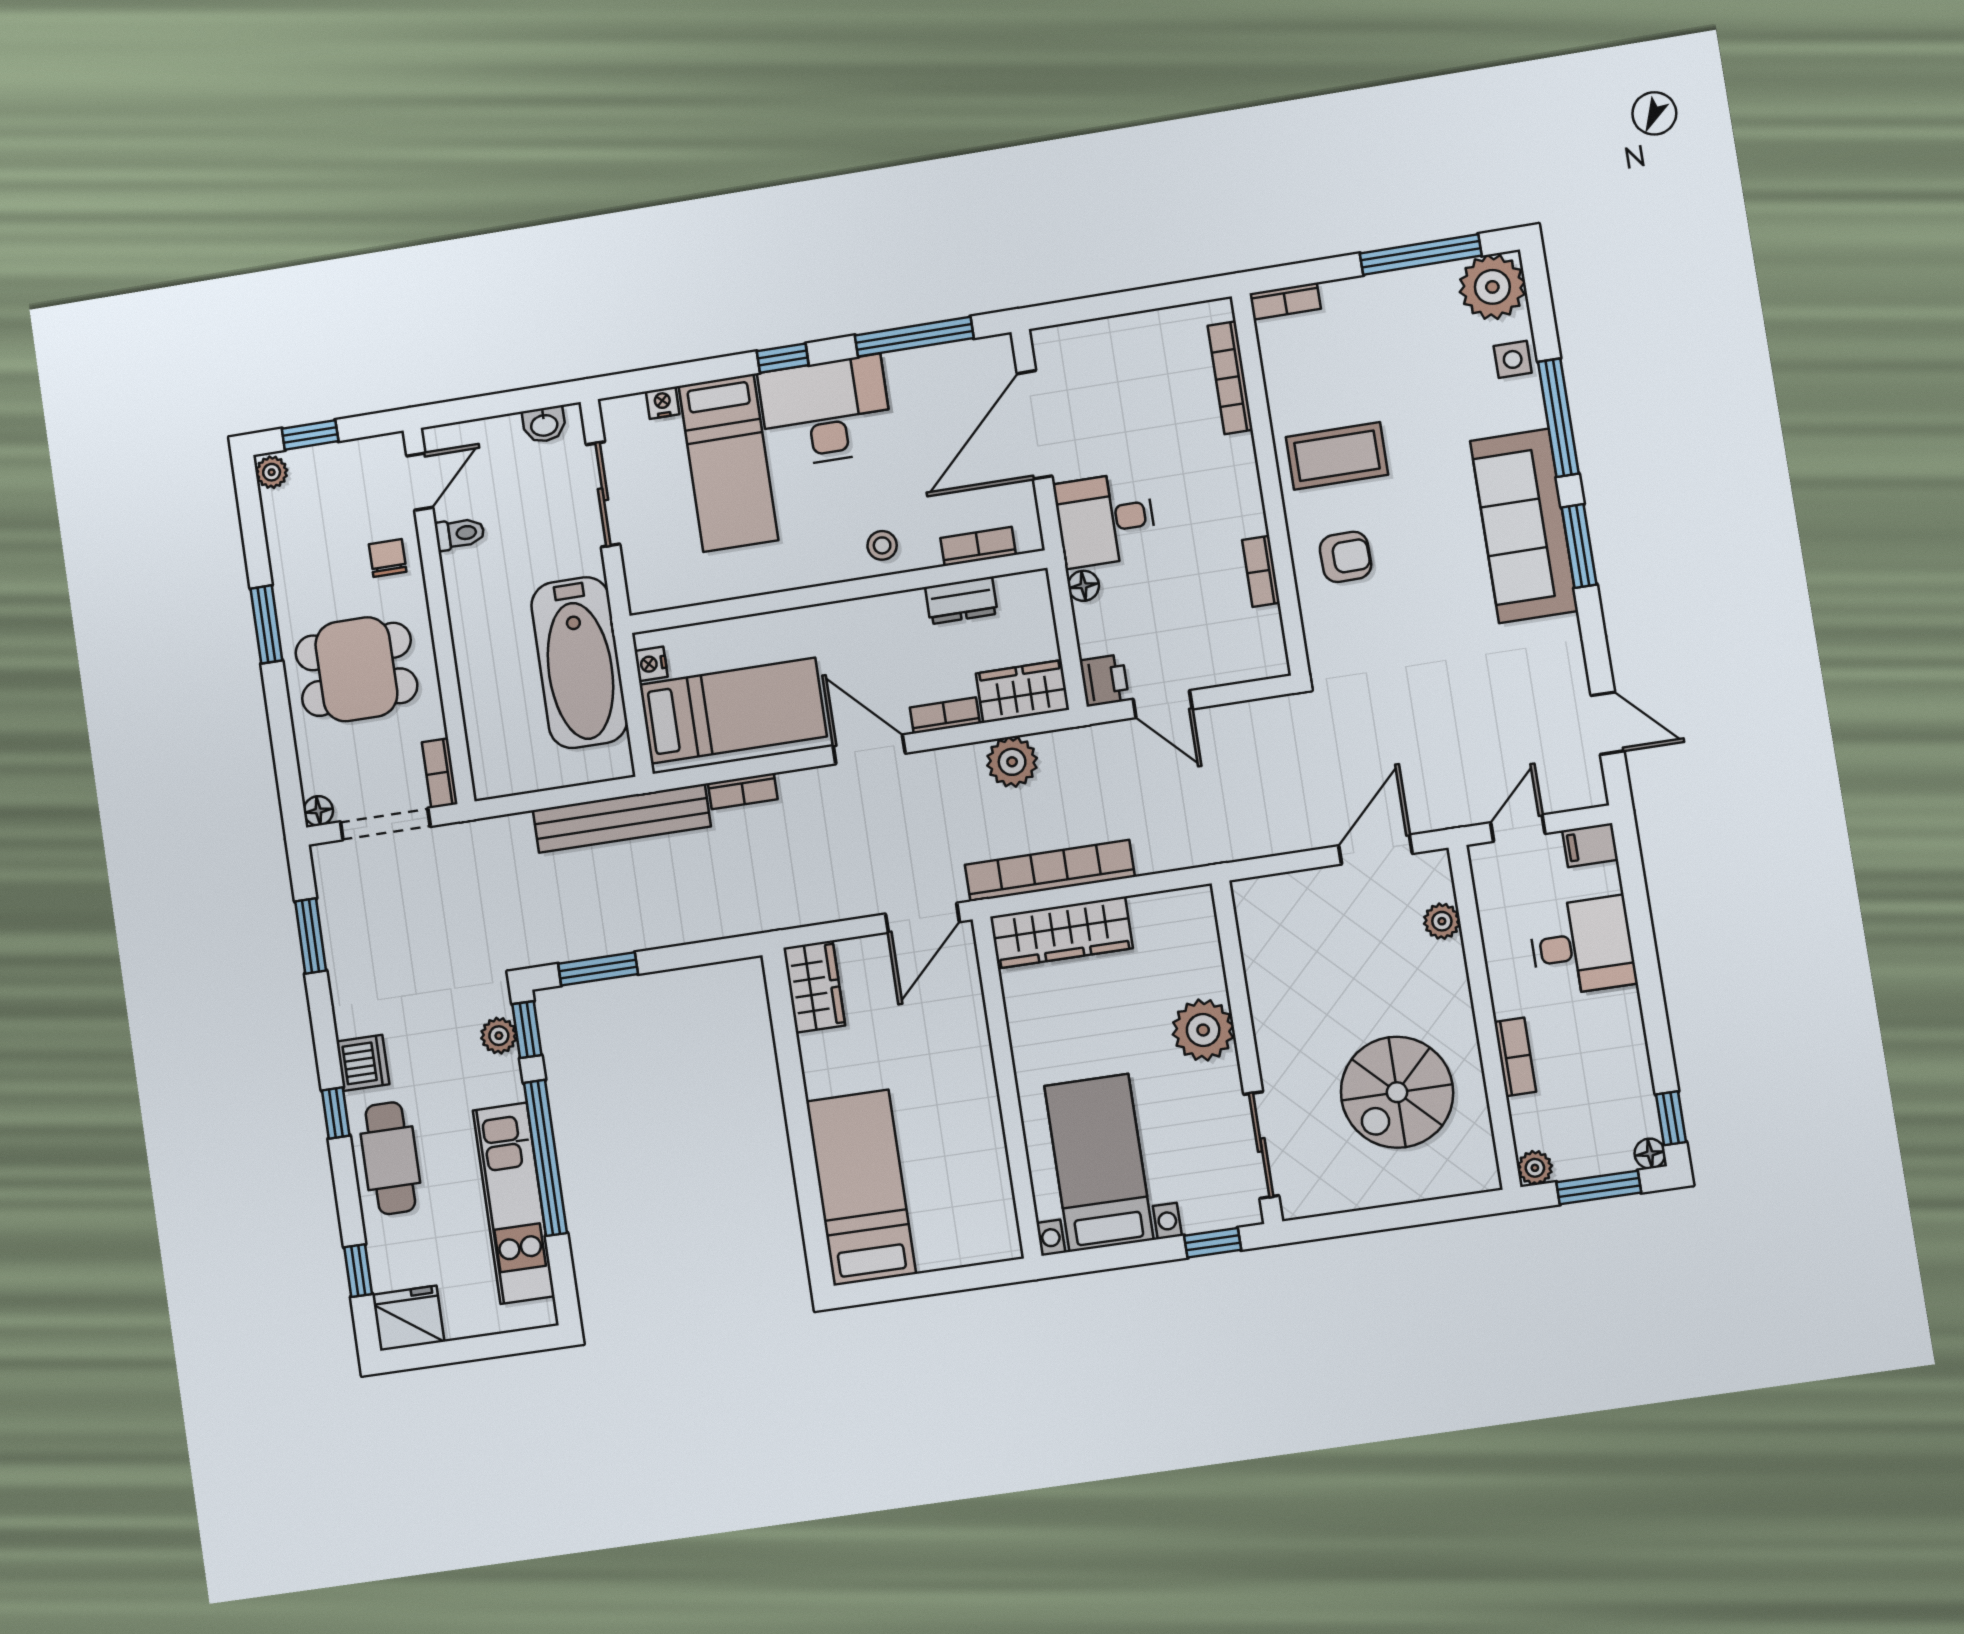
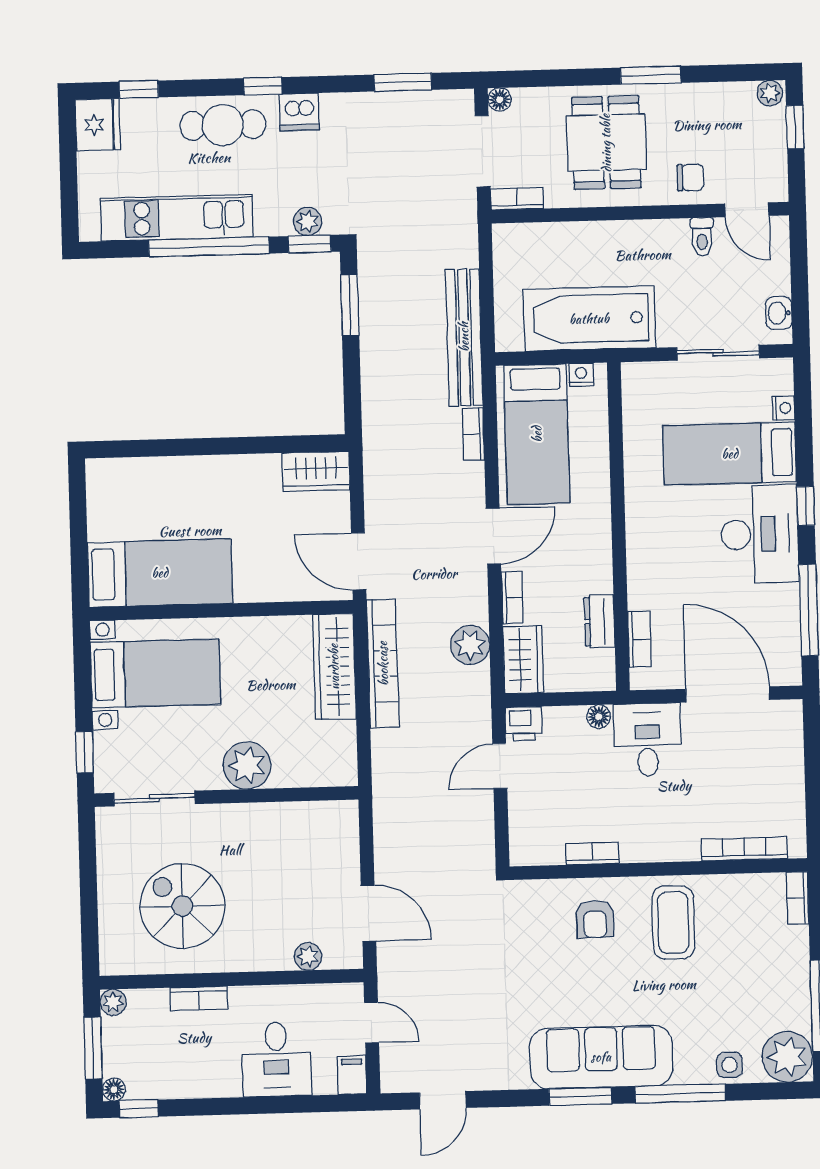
stool: (882, 545) -> (650, 565), removed
bed: (861, 1188) -> (160, 573), moved

